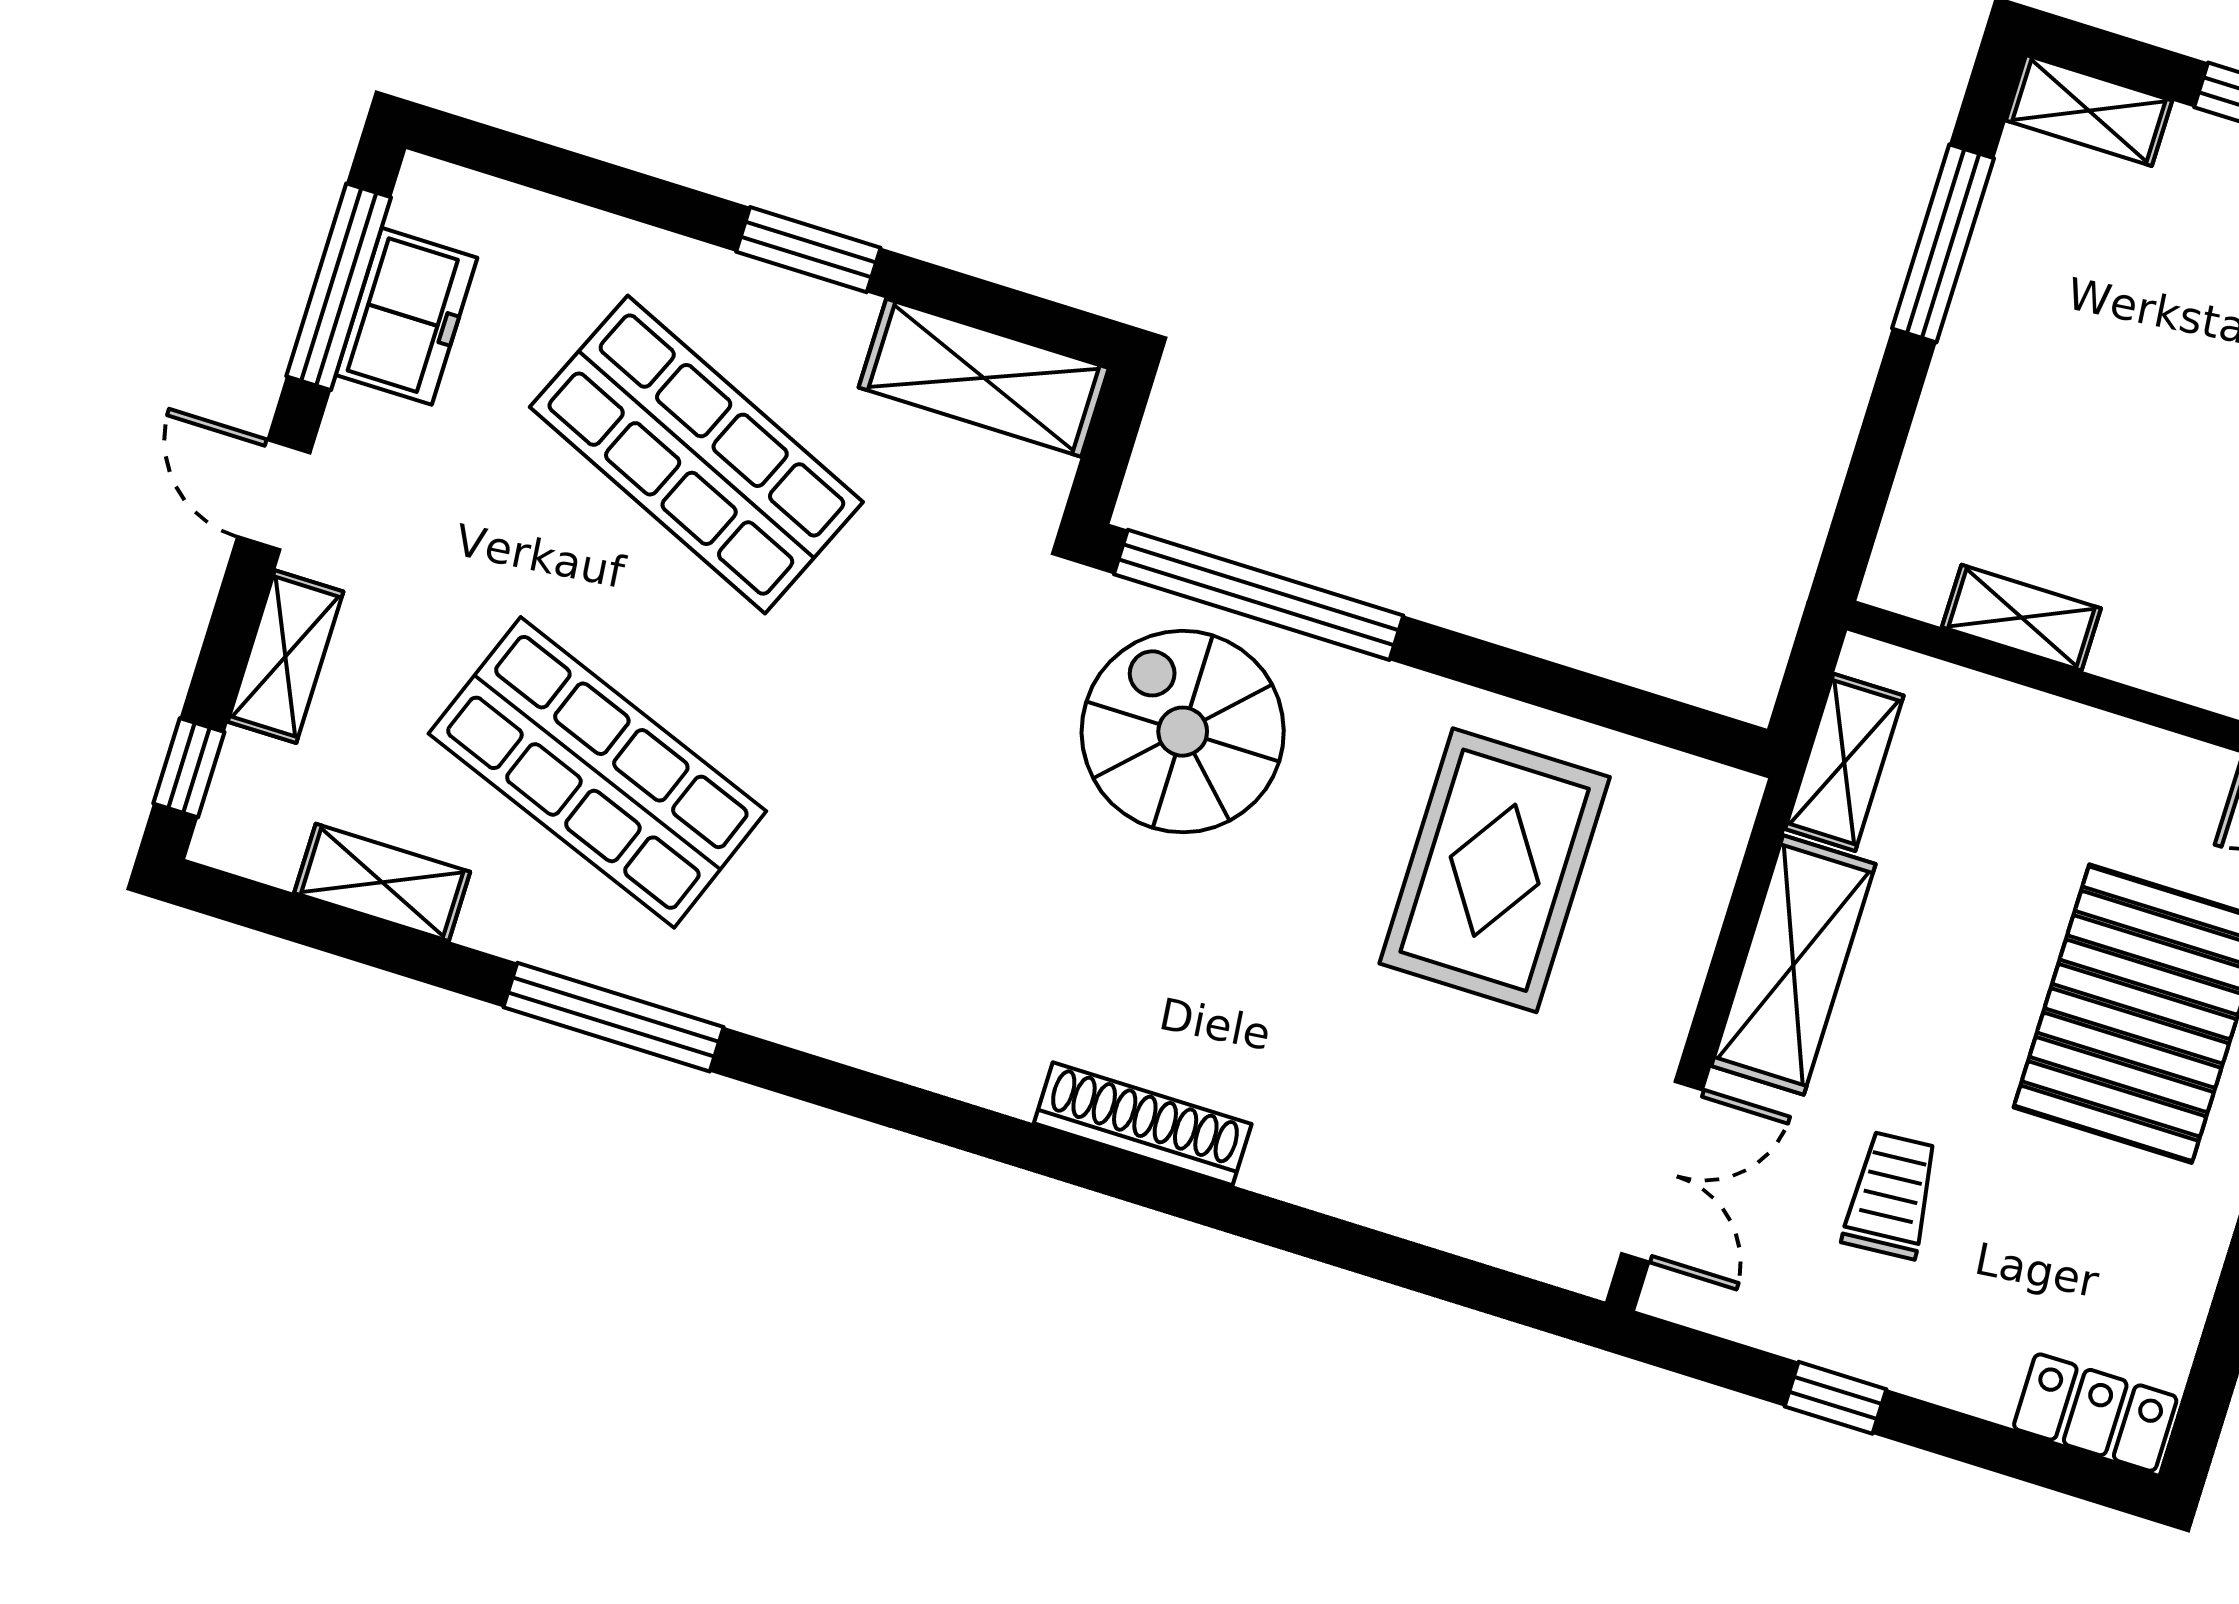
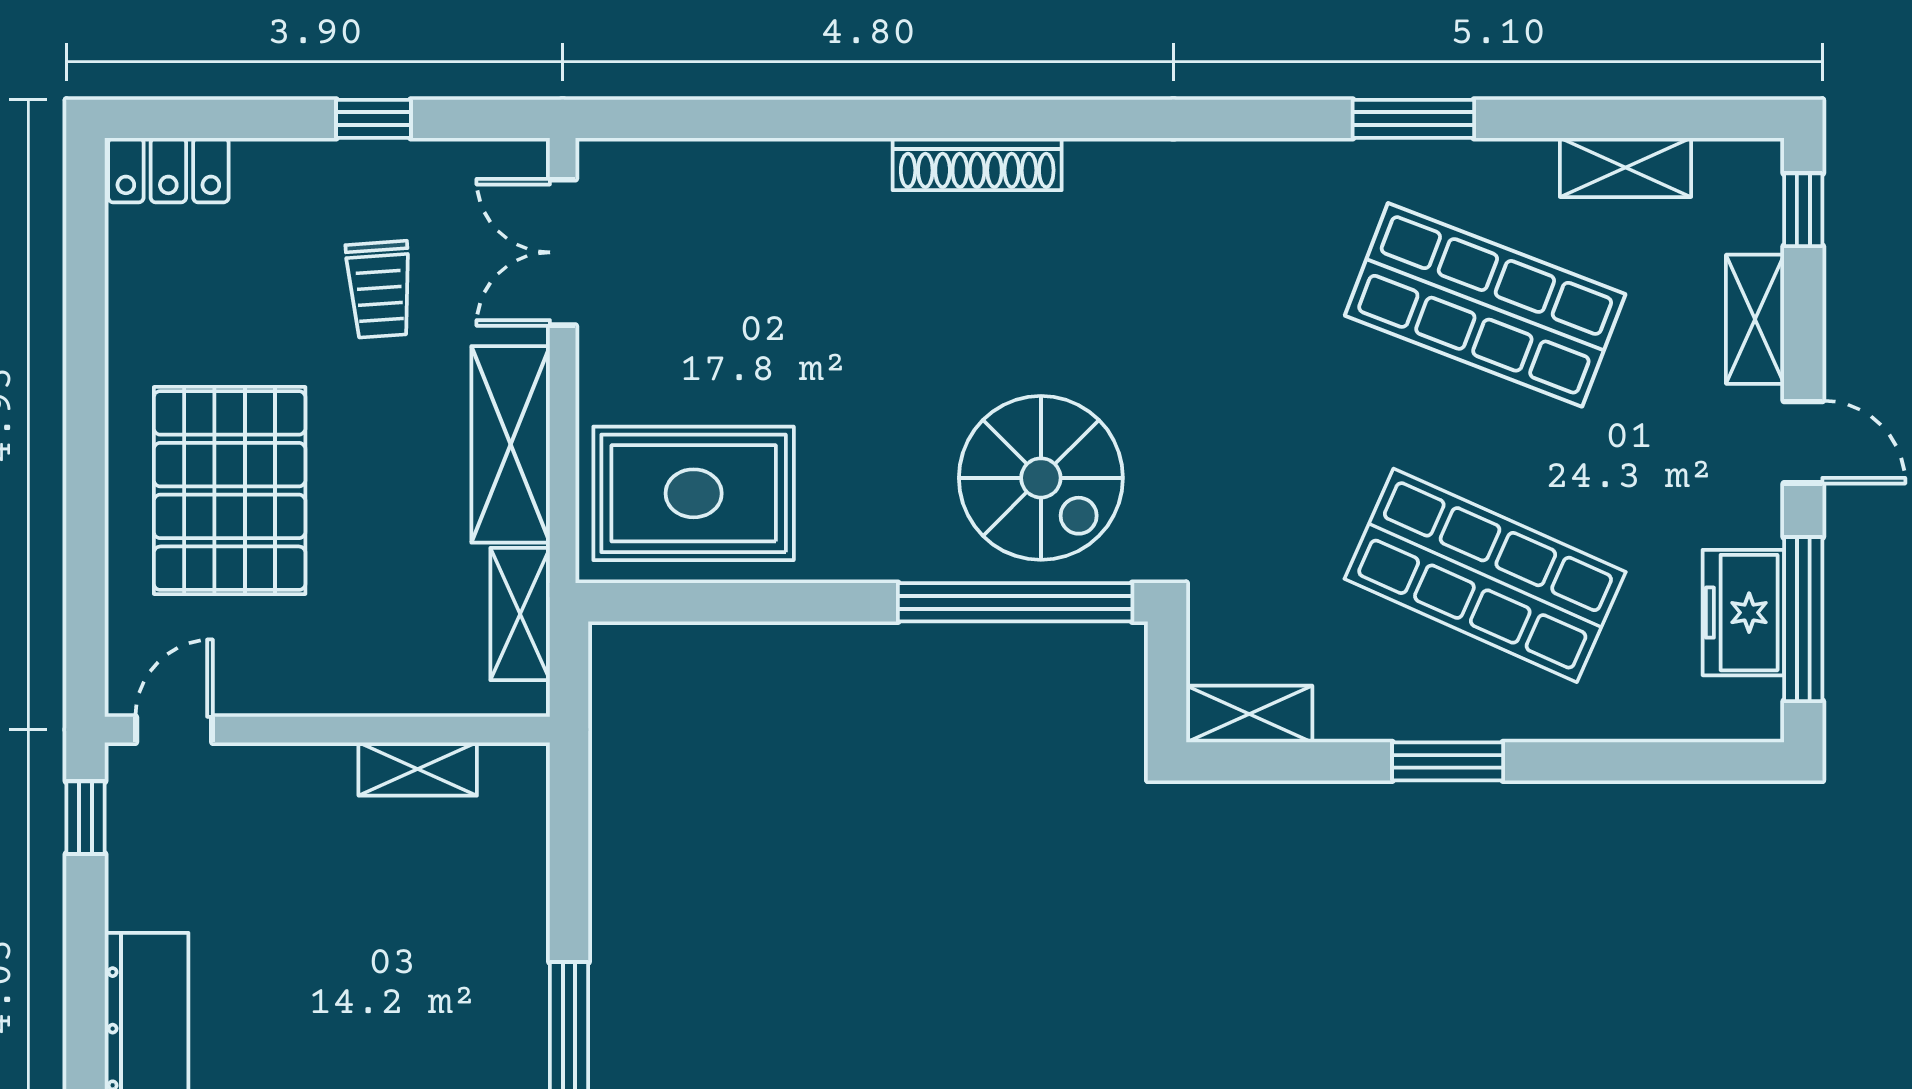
shelving: (984, 378) -> (1249, 714), width x0.67, depth x0.75
rug: (1495, 870) -> (694, 493), moved, turned 90
window: (613, 1017) -> (1413, 119), width x0.69

